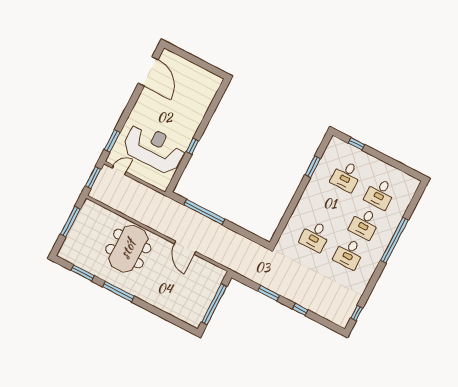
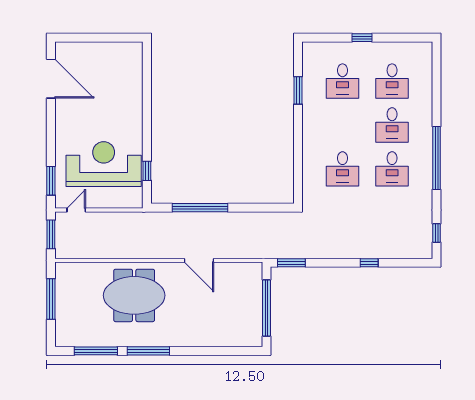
window: (356, 144) -> (362, 38), moved
window: (192, 146) -> (147, 171), moved
window: (394, 240) -> (437, 158), moved
meeting table: (128, 249) -> (134, 295), turned 90
window: (83, 273) -> (96, 351), width x1.44
window: (269, 293) -> (291, 263), moved

